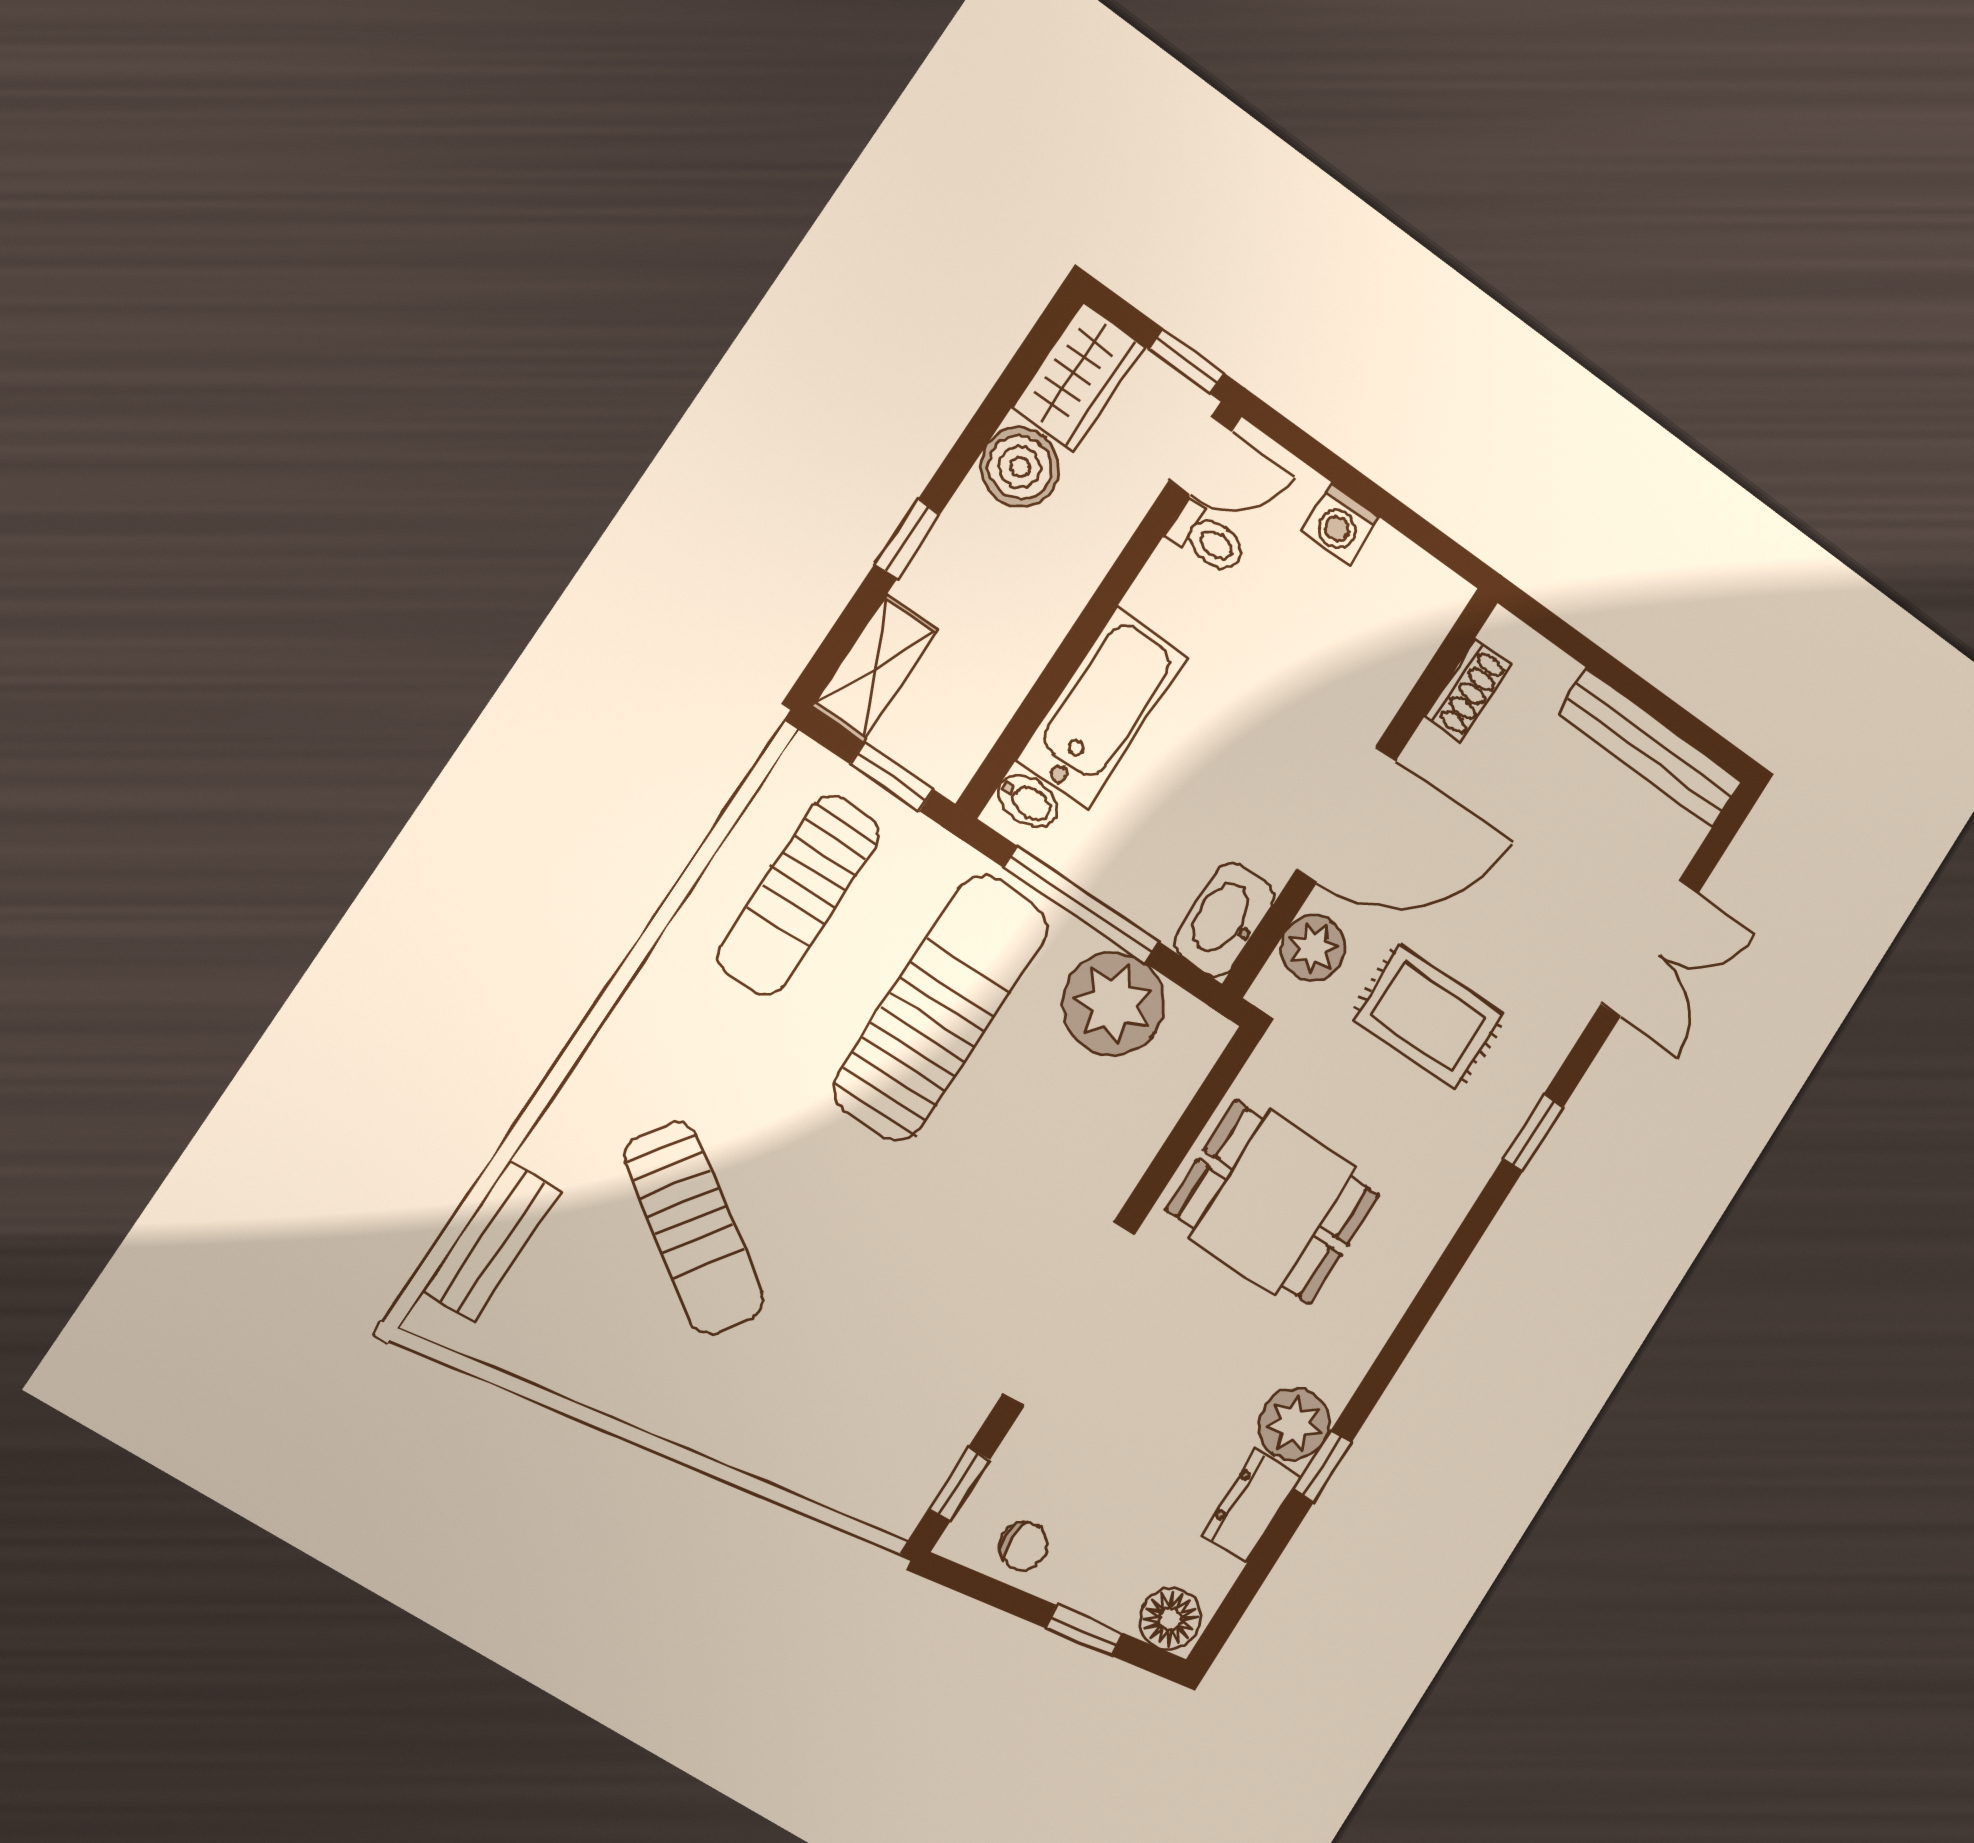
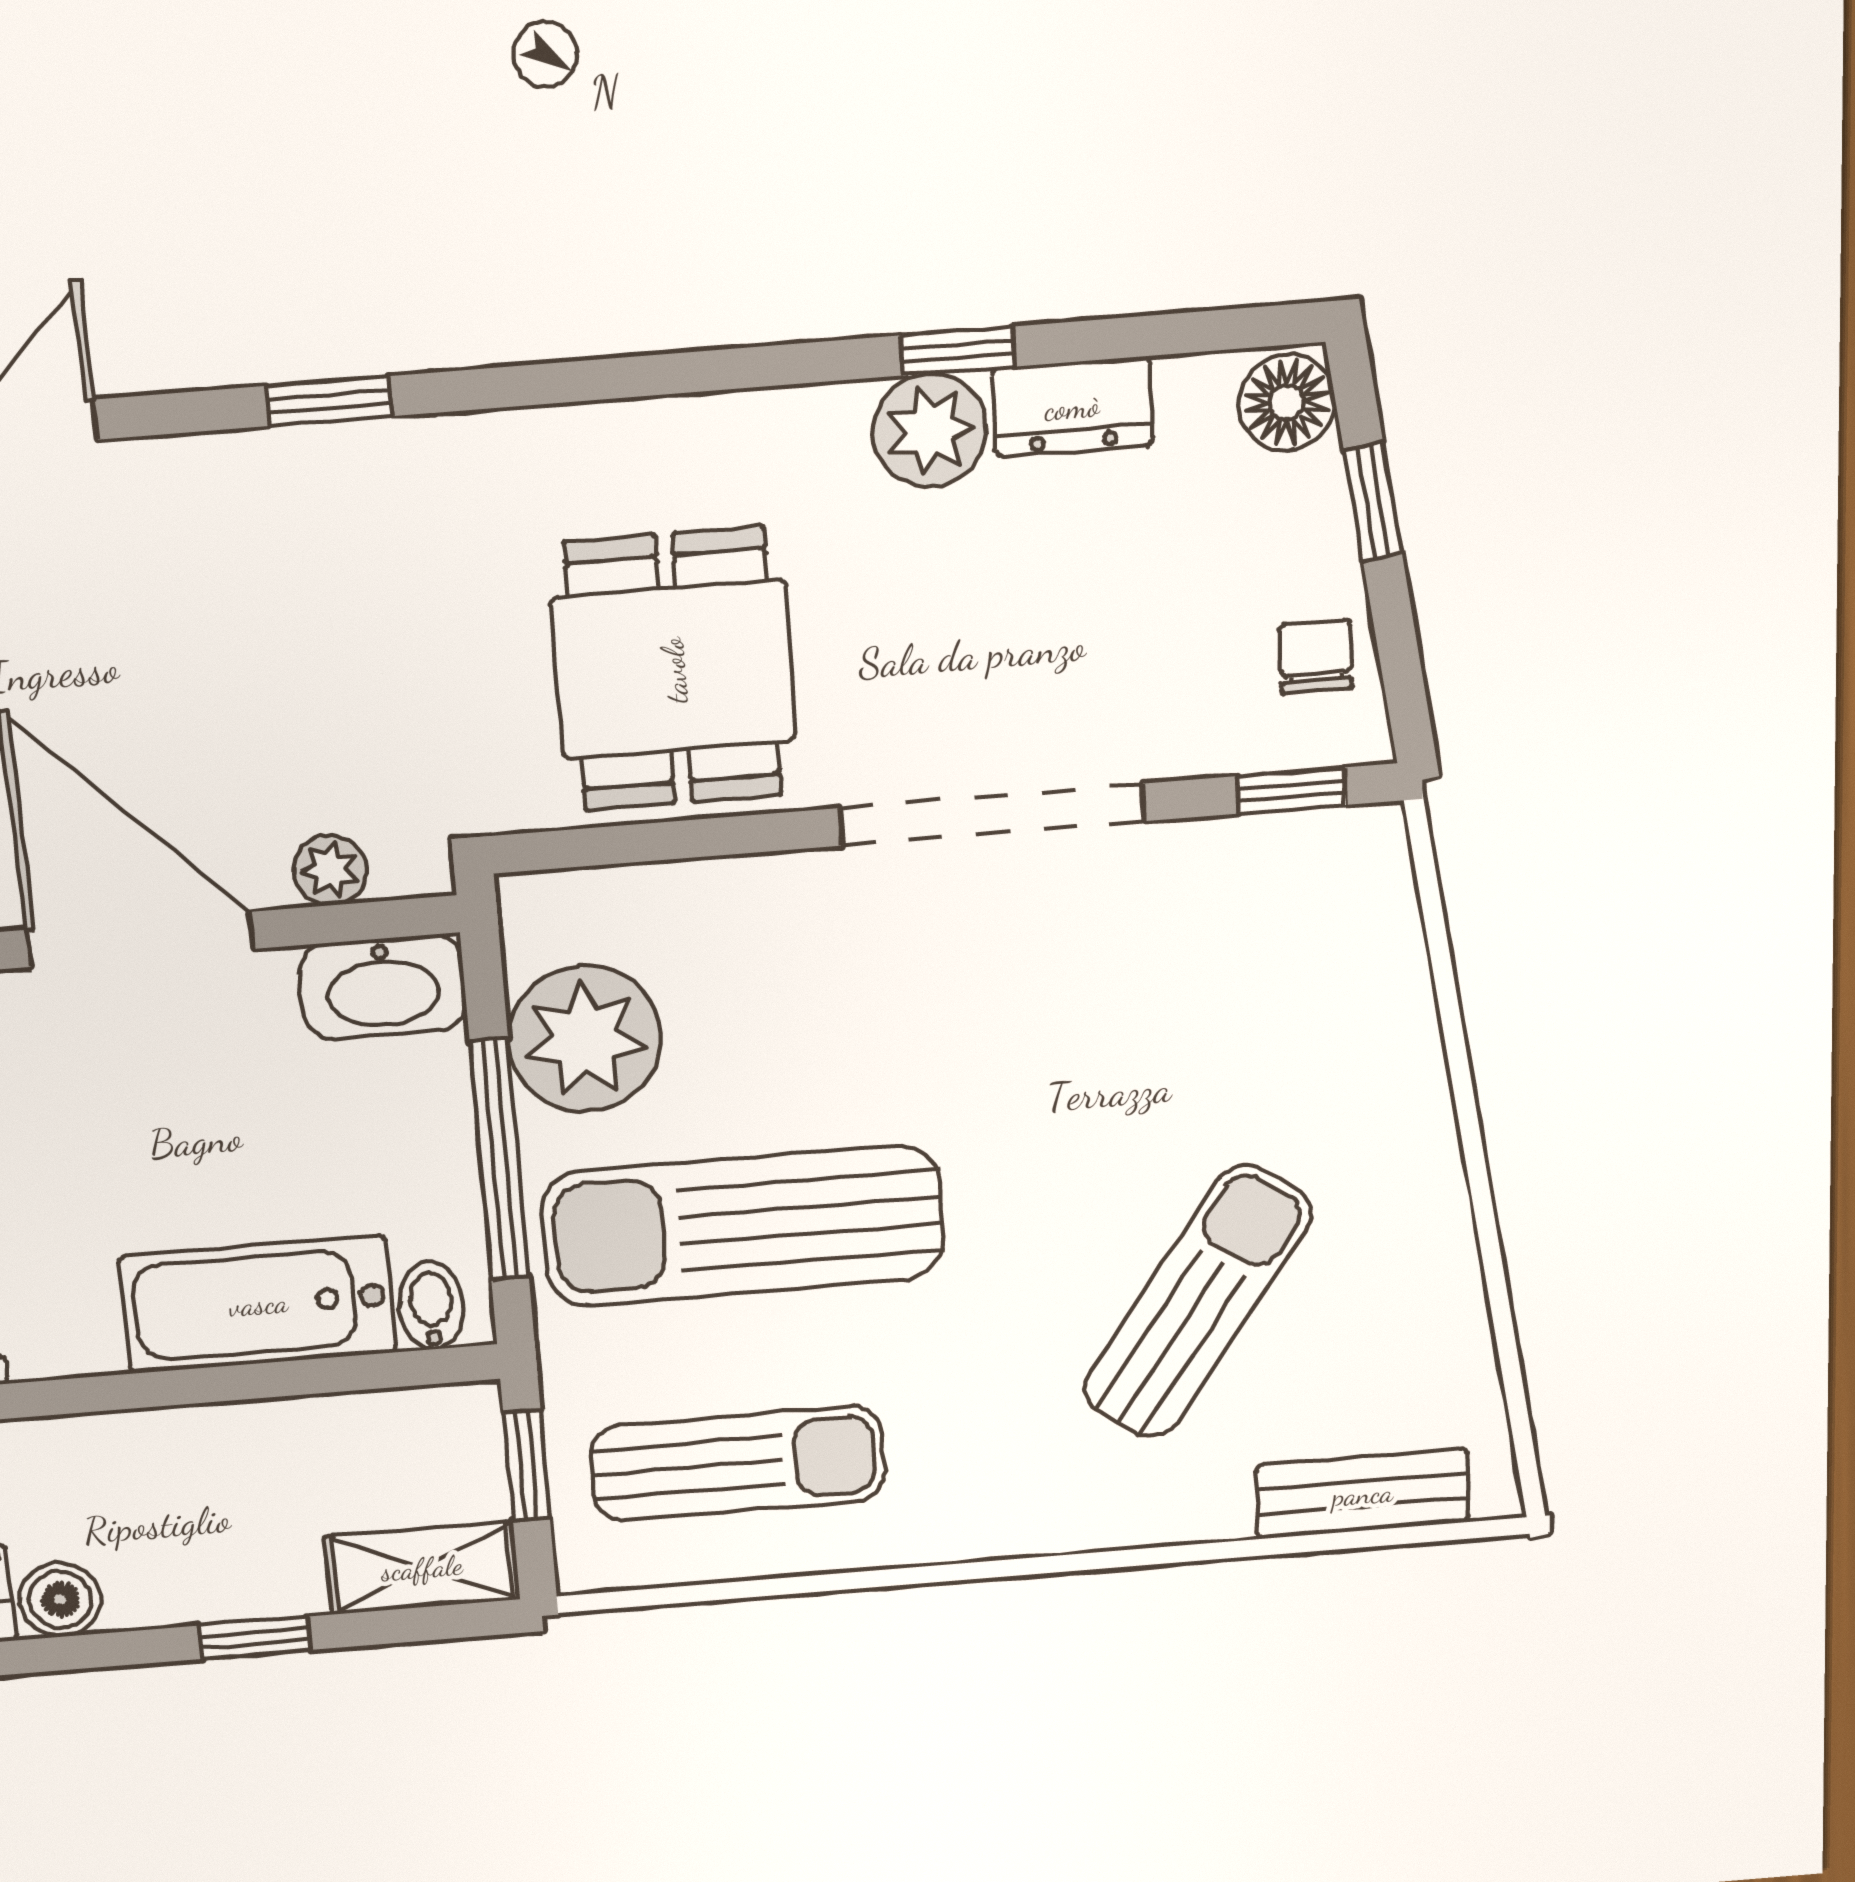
boiler: (1020, 467) -> (60, 1600), width x0.73, depth x0.73
plant: (1313, 948) -> (330, 870), width x0.73, depth x0.73
rug: (1428, 1017) -> (296, 651), removed

